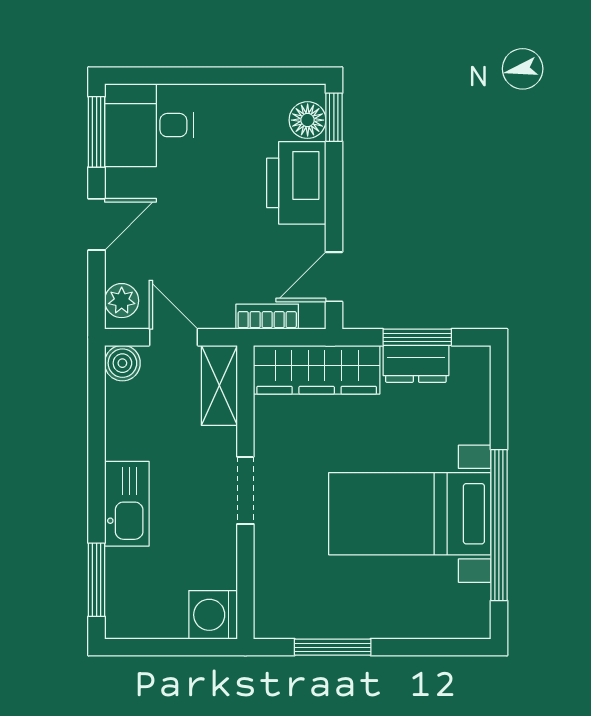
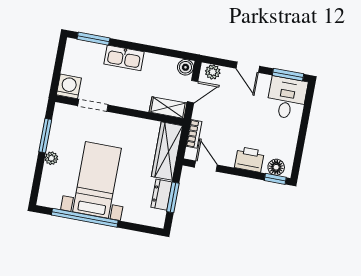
printer: (296, 183) -> (249, 159), width x0.73, depth x0.84
doorway: (245, 490) -> (93, 105), moved
plant: (380, 624) -> (51, 158), added

